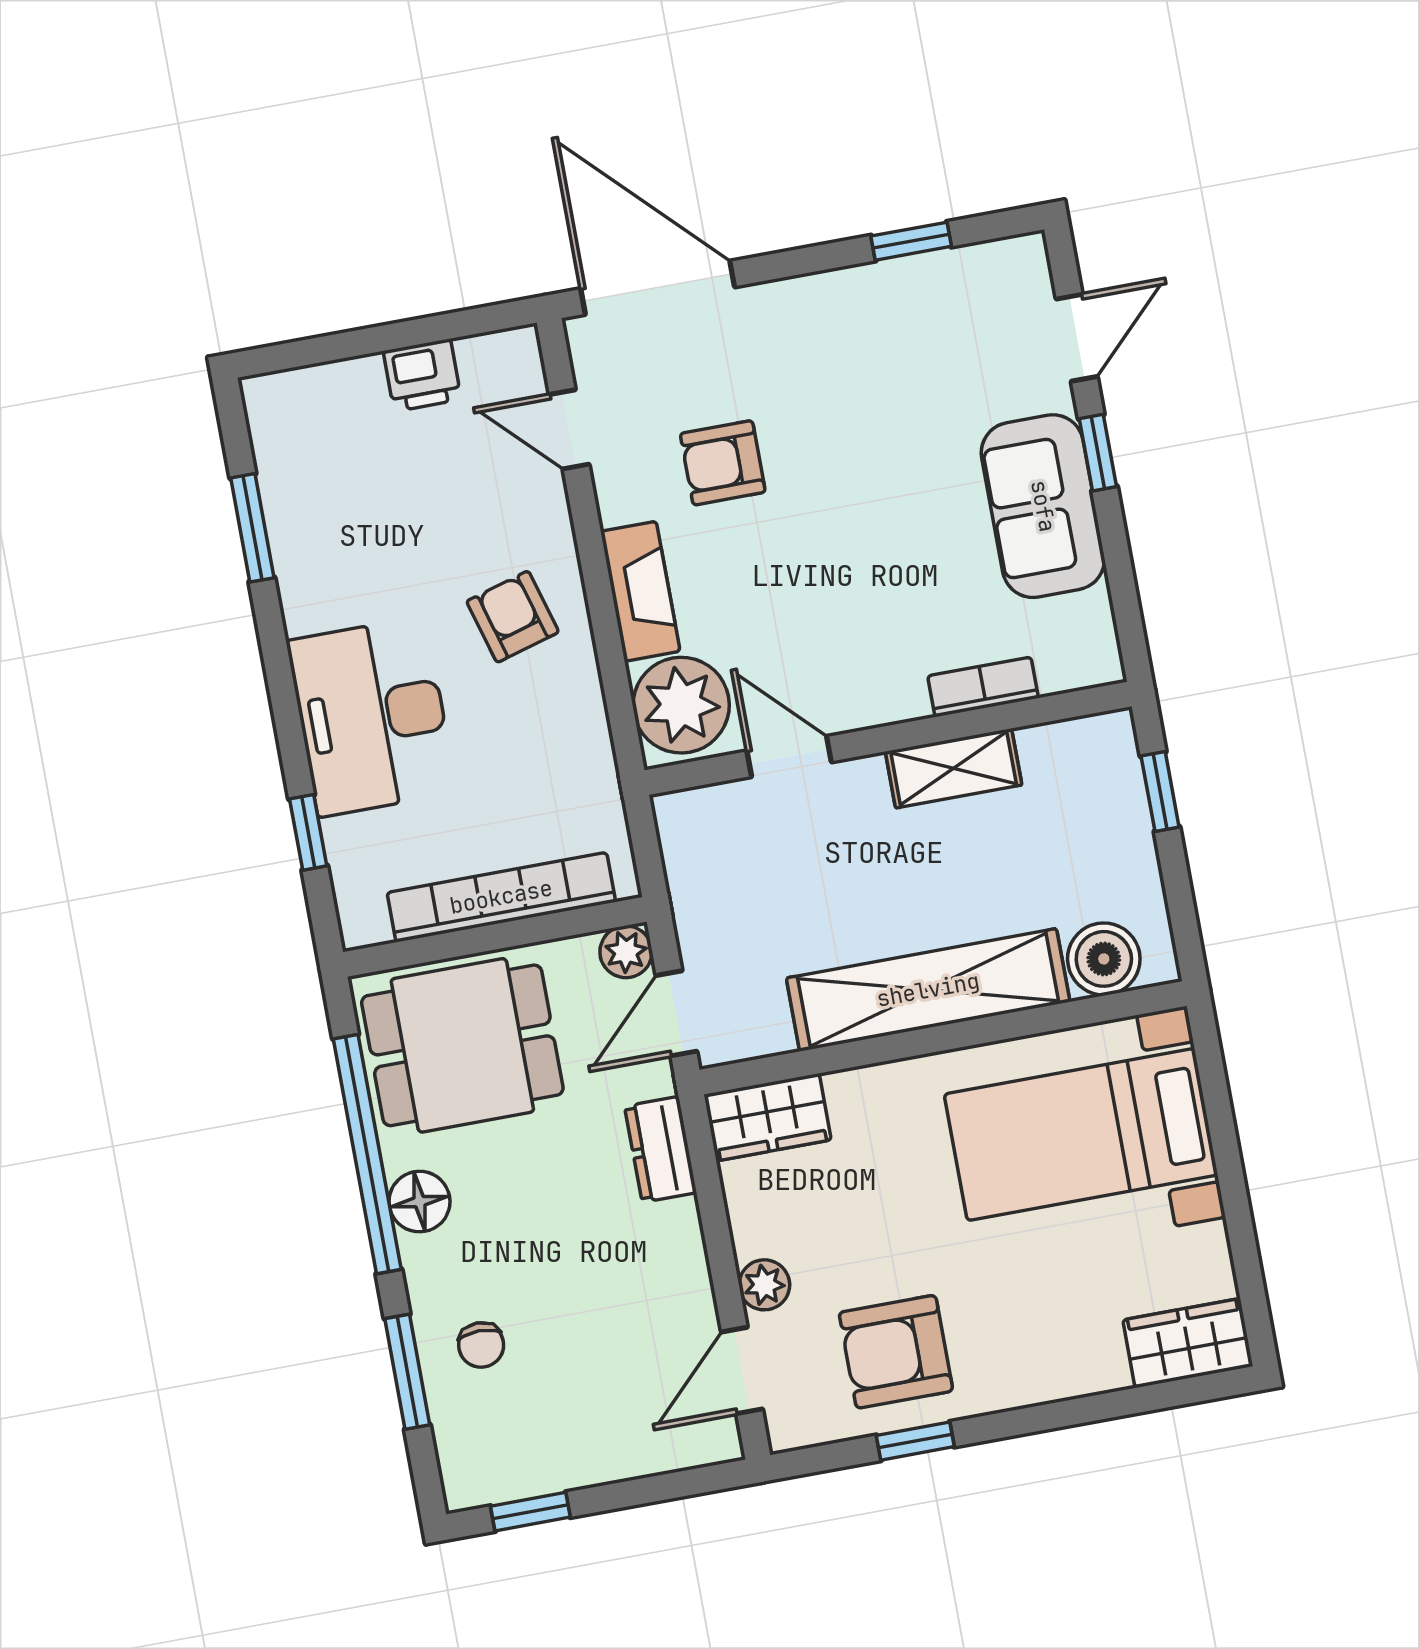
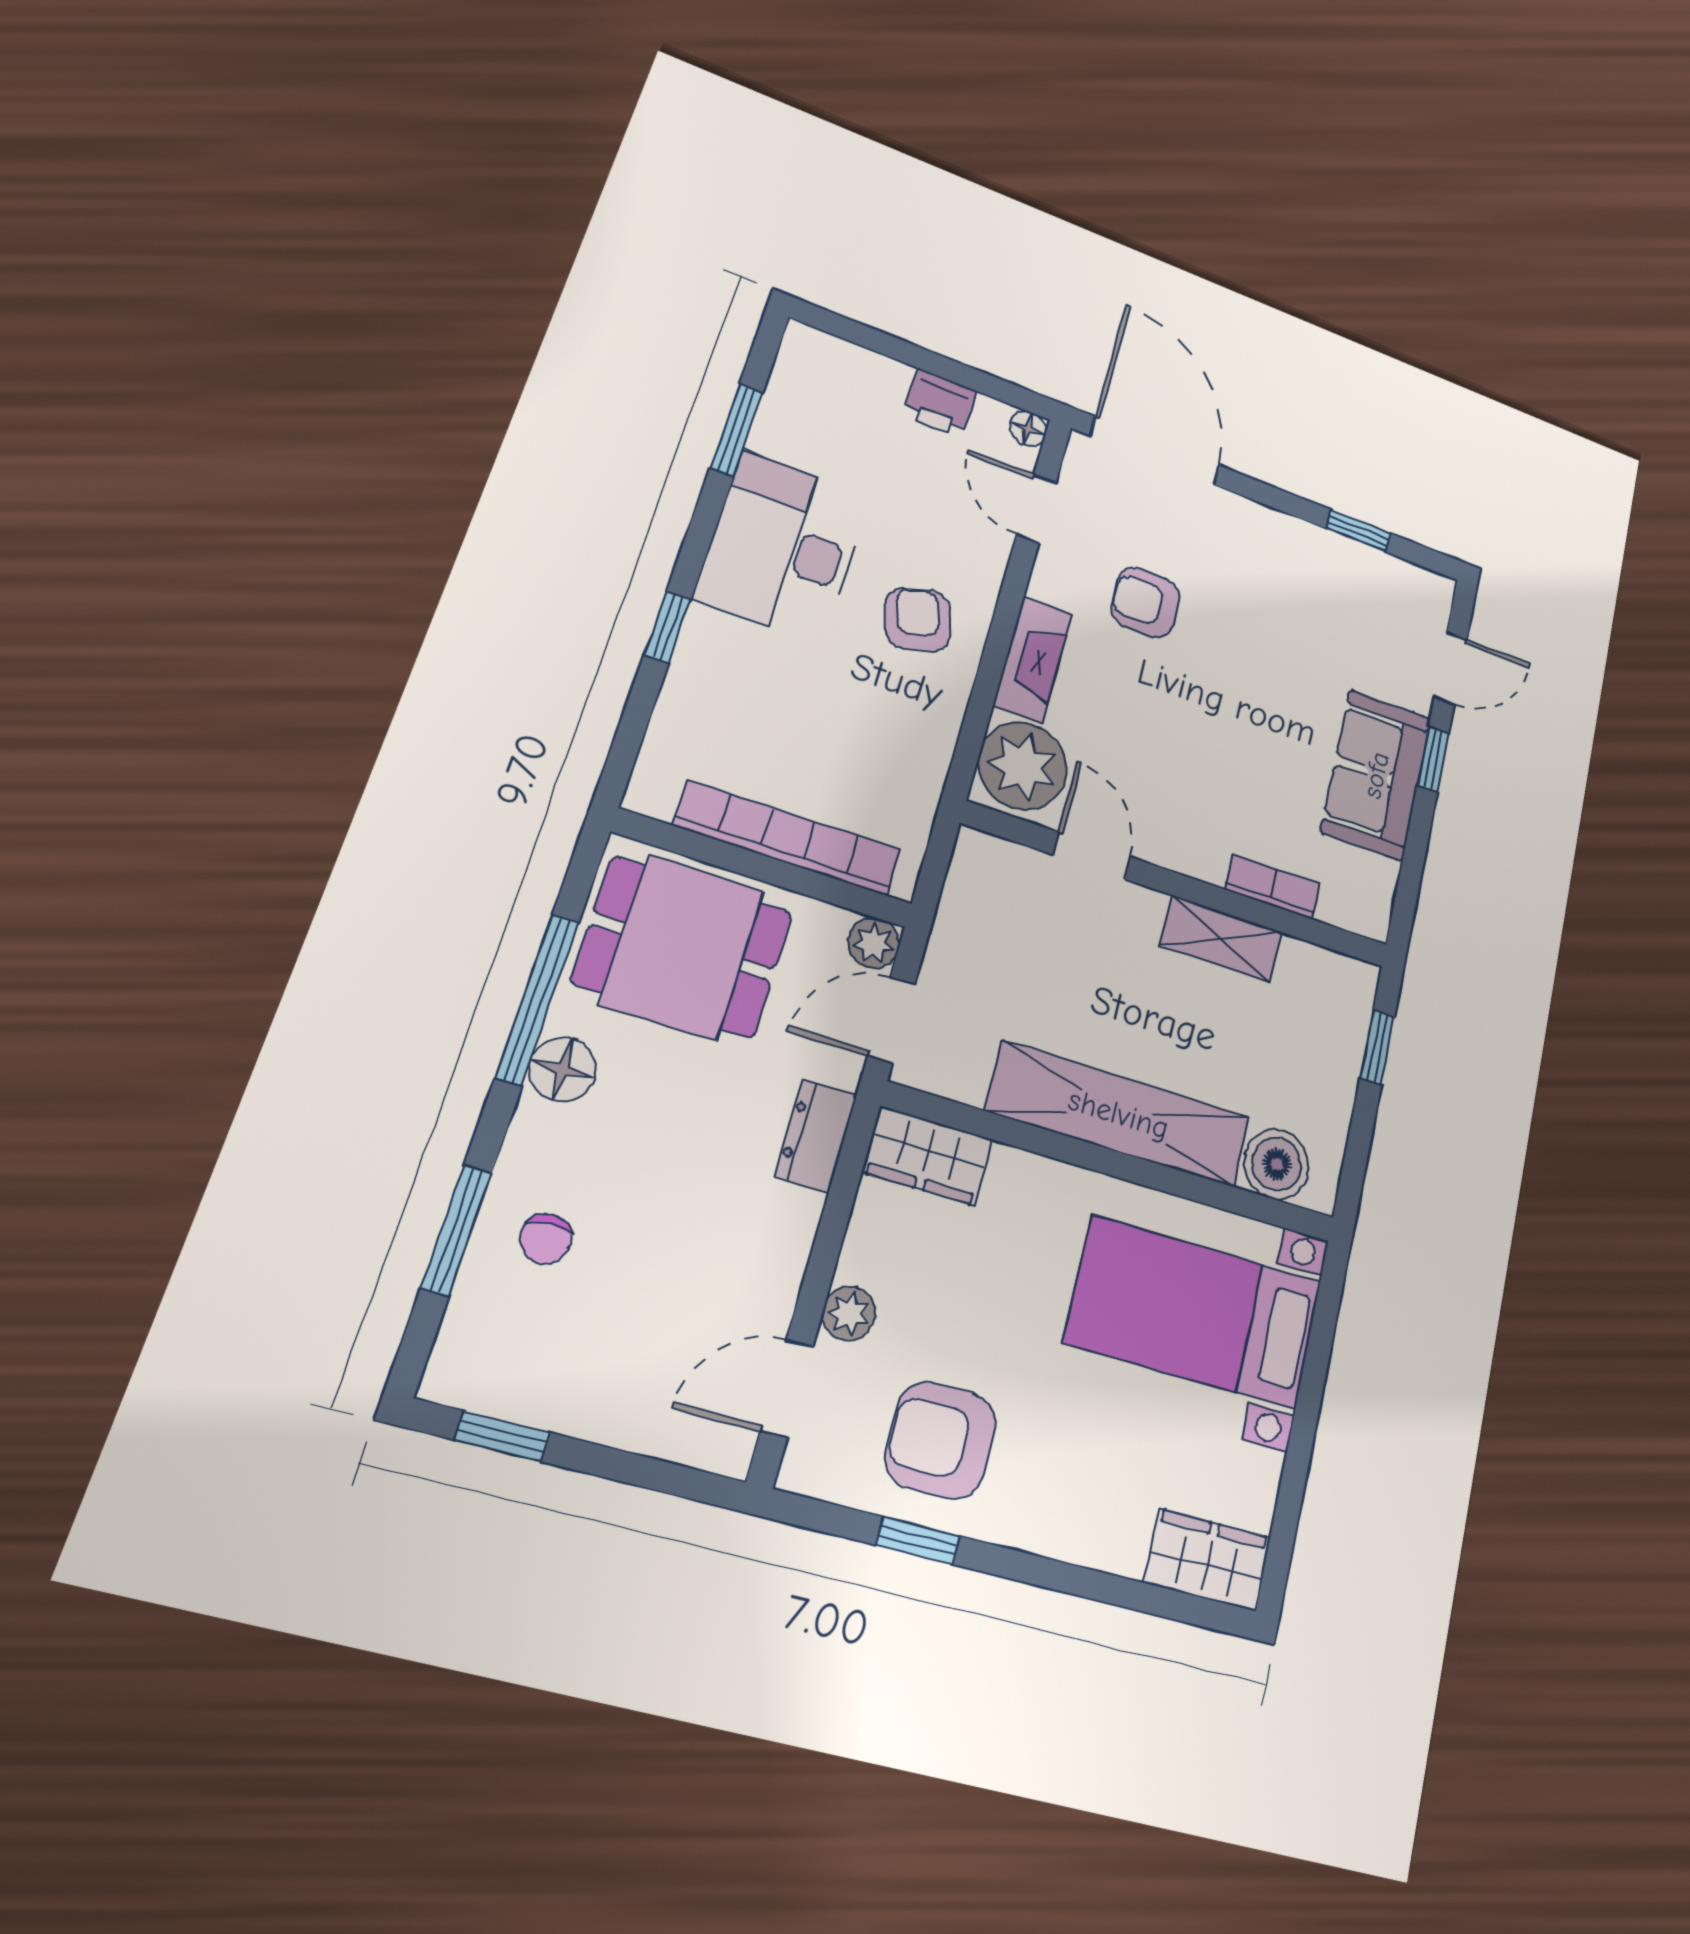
floor lamp: (520, 347) -> (1028, 429), added
desk: (372, 717) -> (783, 547), moved
window: (308, 832) -> (668, 627), moved
window: (367, 1154) -> (537, 999), width x0.68

